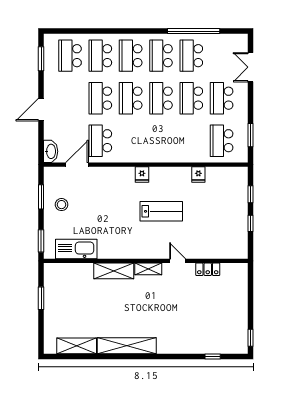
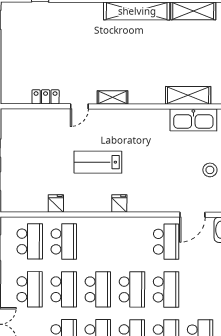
school desk: (191, 141) -> (64, 241), added
door: (178, 261) -> (79, 106), hinge flipped
shelving: (114, 271) -> (188, 95), moved

